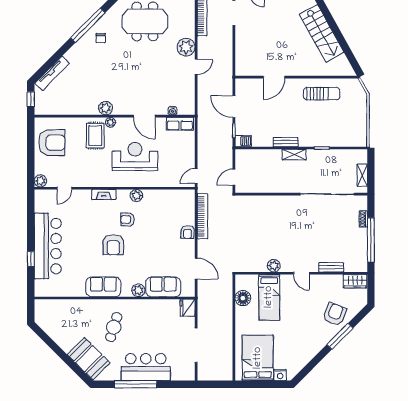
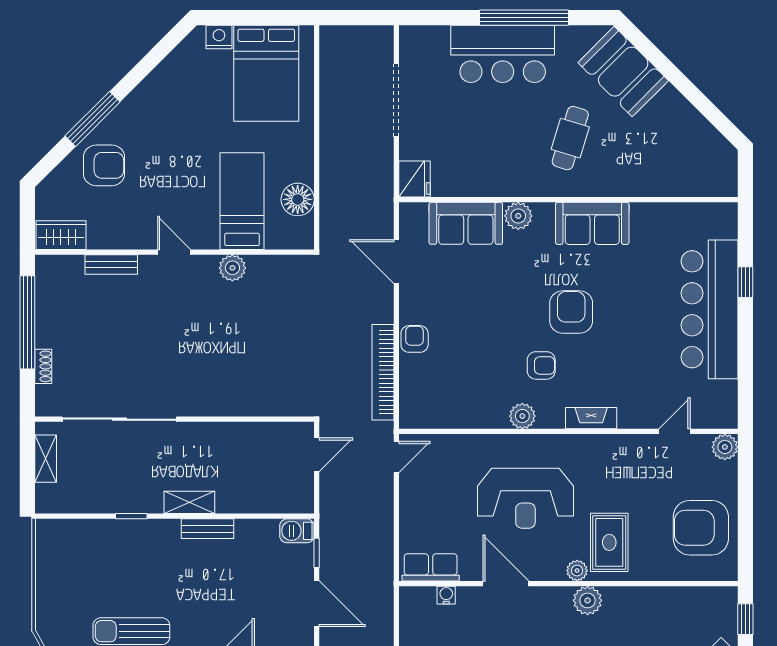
armchair: (335, 314) -> (104, 165), turned -111

